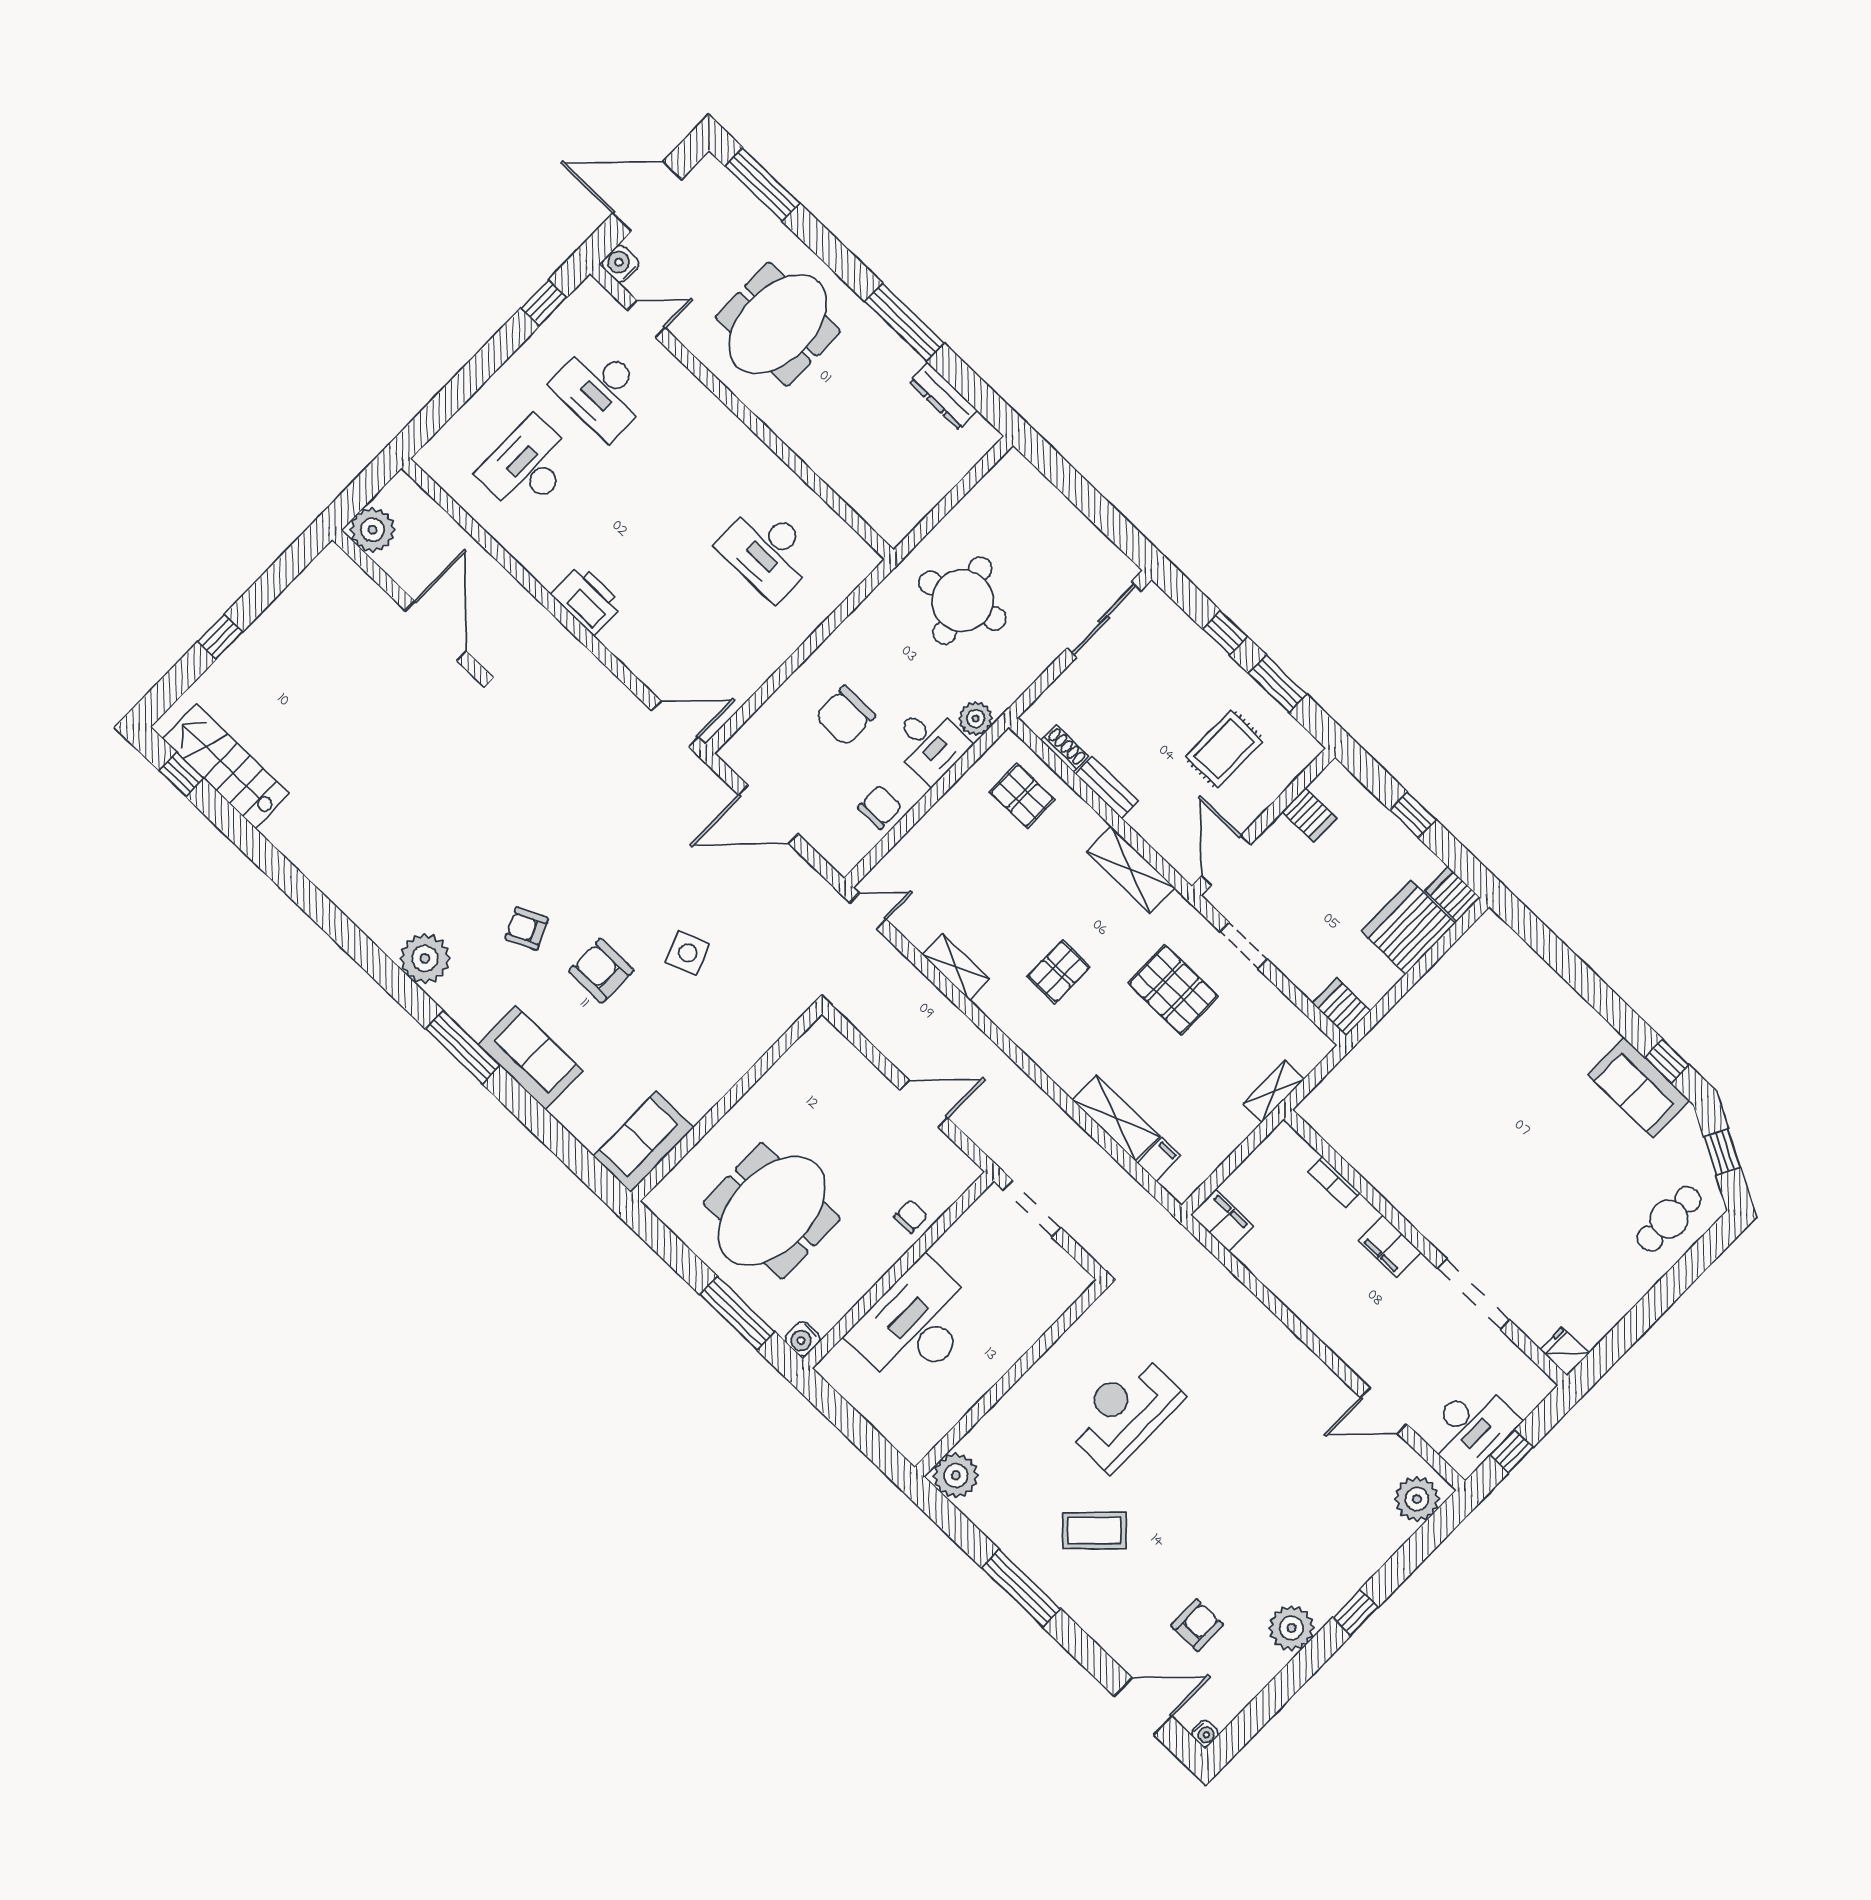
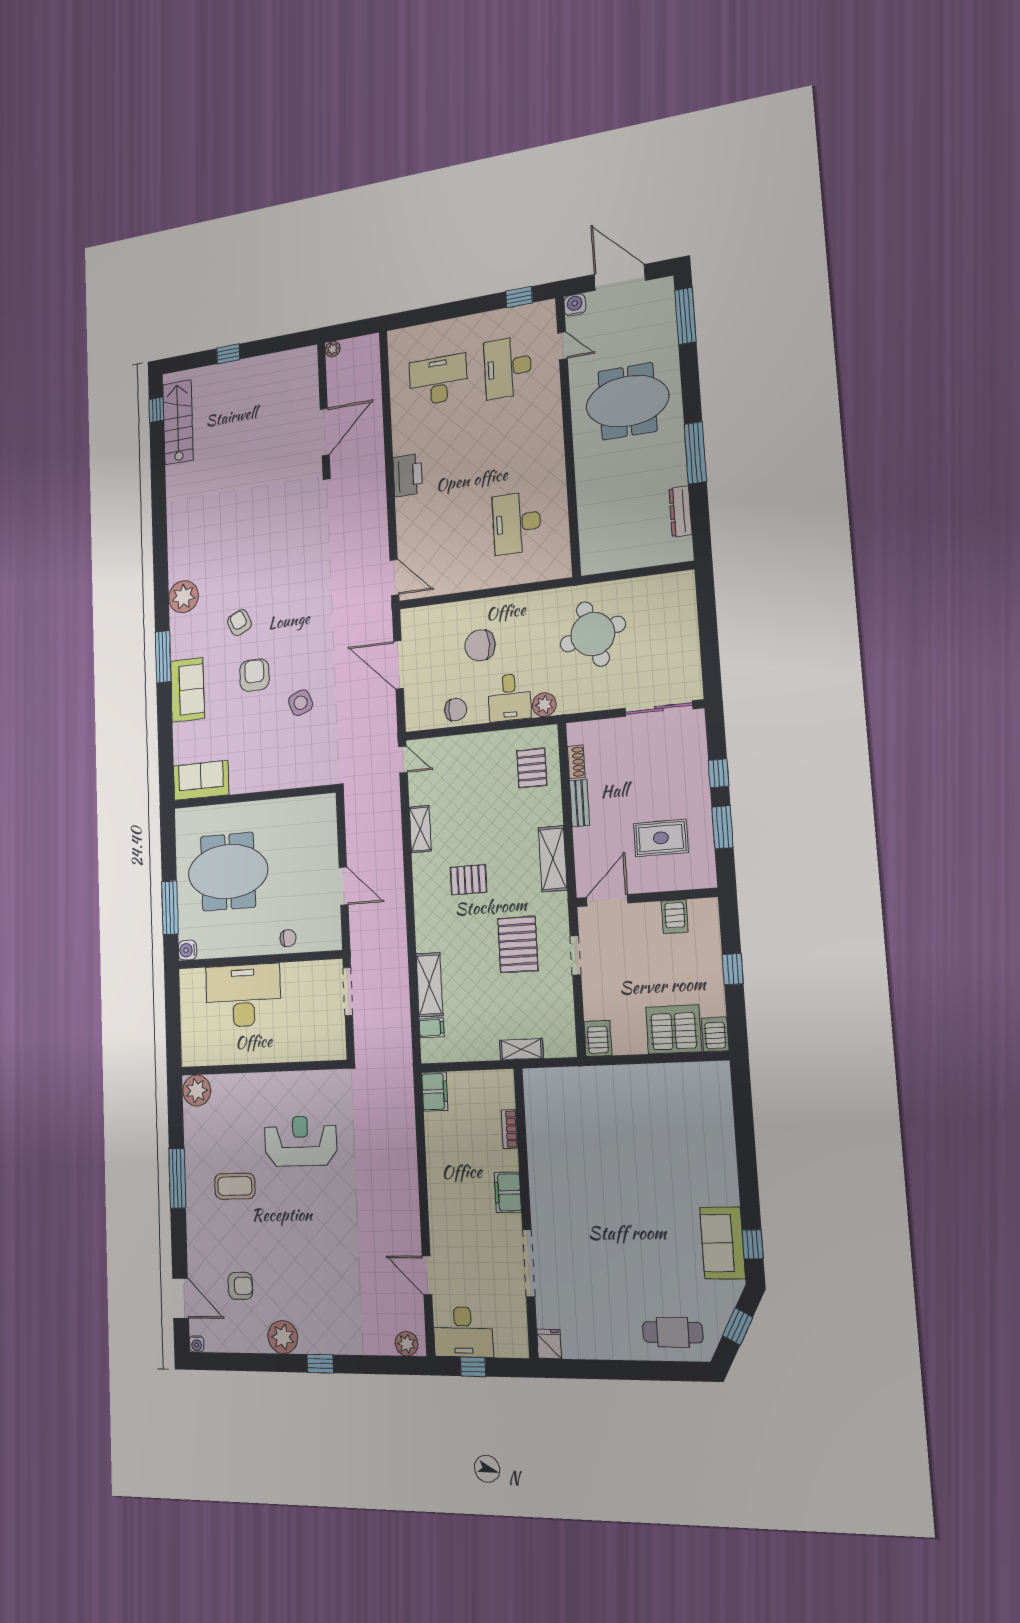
plant: (373, 530) -> (333, 349), width x0.53, depth x0.53
plant: (1417, 1499) -> (407, 1344), width x0.73, depth x0.73
coffee table: (1094, 1531) -> (235, 1186), turned -46

